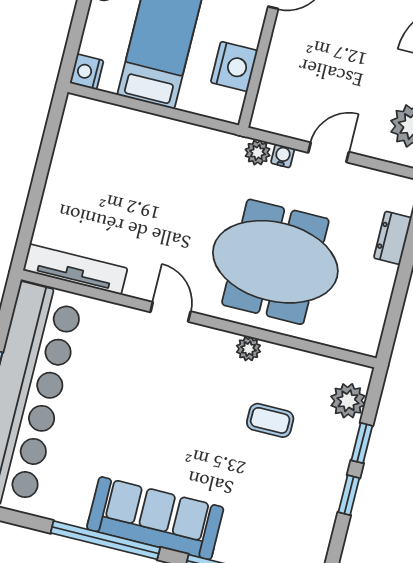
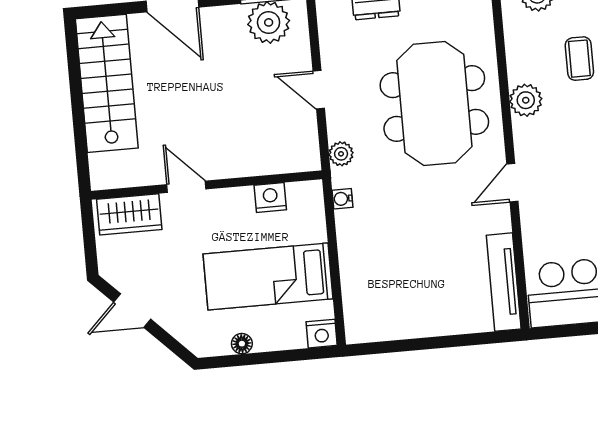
nightstand: (234, 67) -> (270, 197), width x0.74, depth x0.75
water cooler: (283, 156) -> (342, 199), moved
plant: (248, 349) -> (526, 100), width x1.38, depth x1.38

